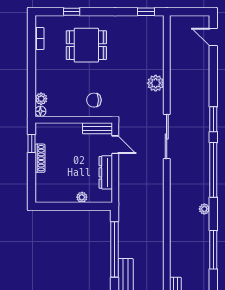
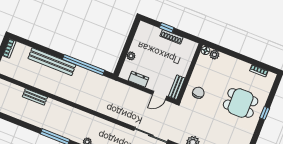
window: (72, 12) -> (265, 113), moved
dining table: (86, 45) -> (241, 103), turned 90
window: (32, 143) -> (167, 28), moved
dresser: (106, 172) -> (138, 79), width x0.70

